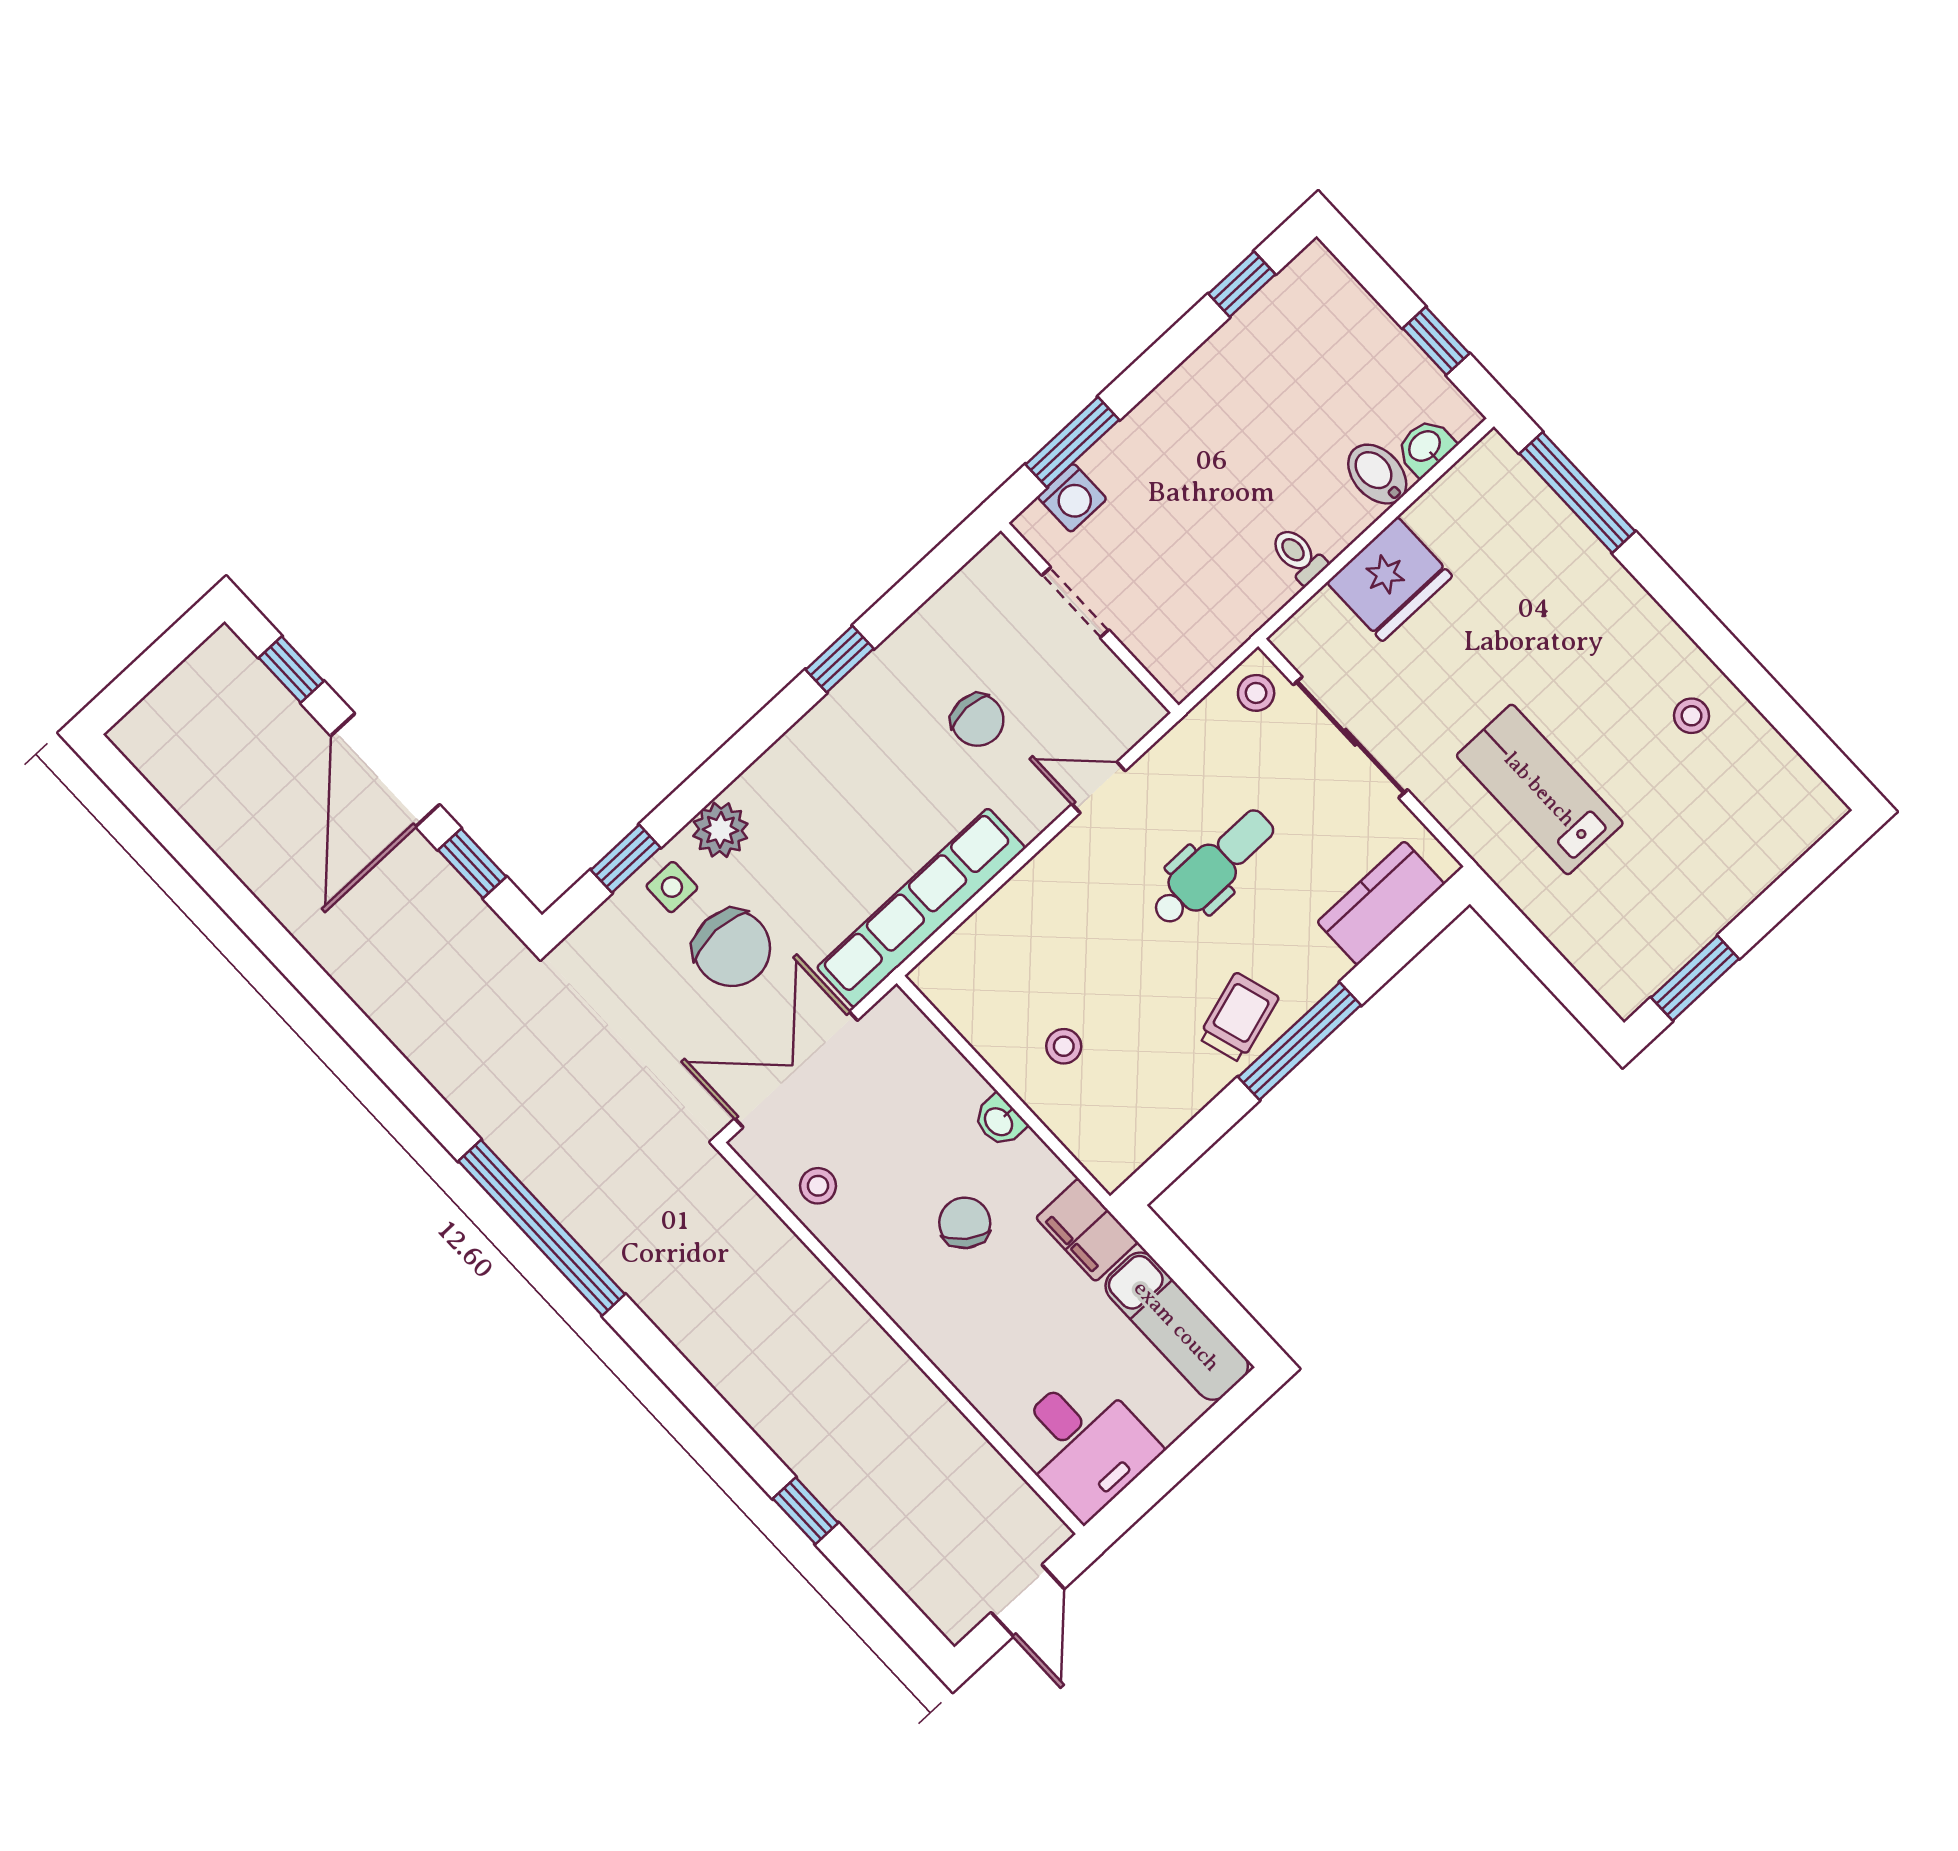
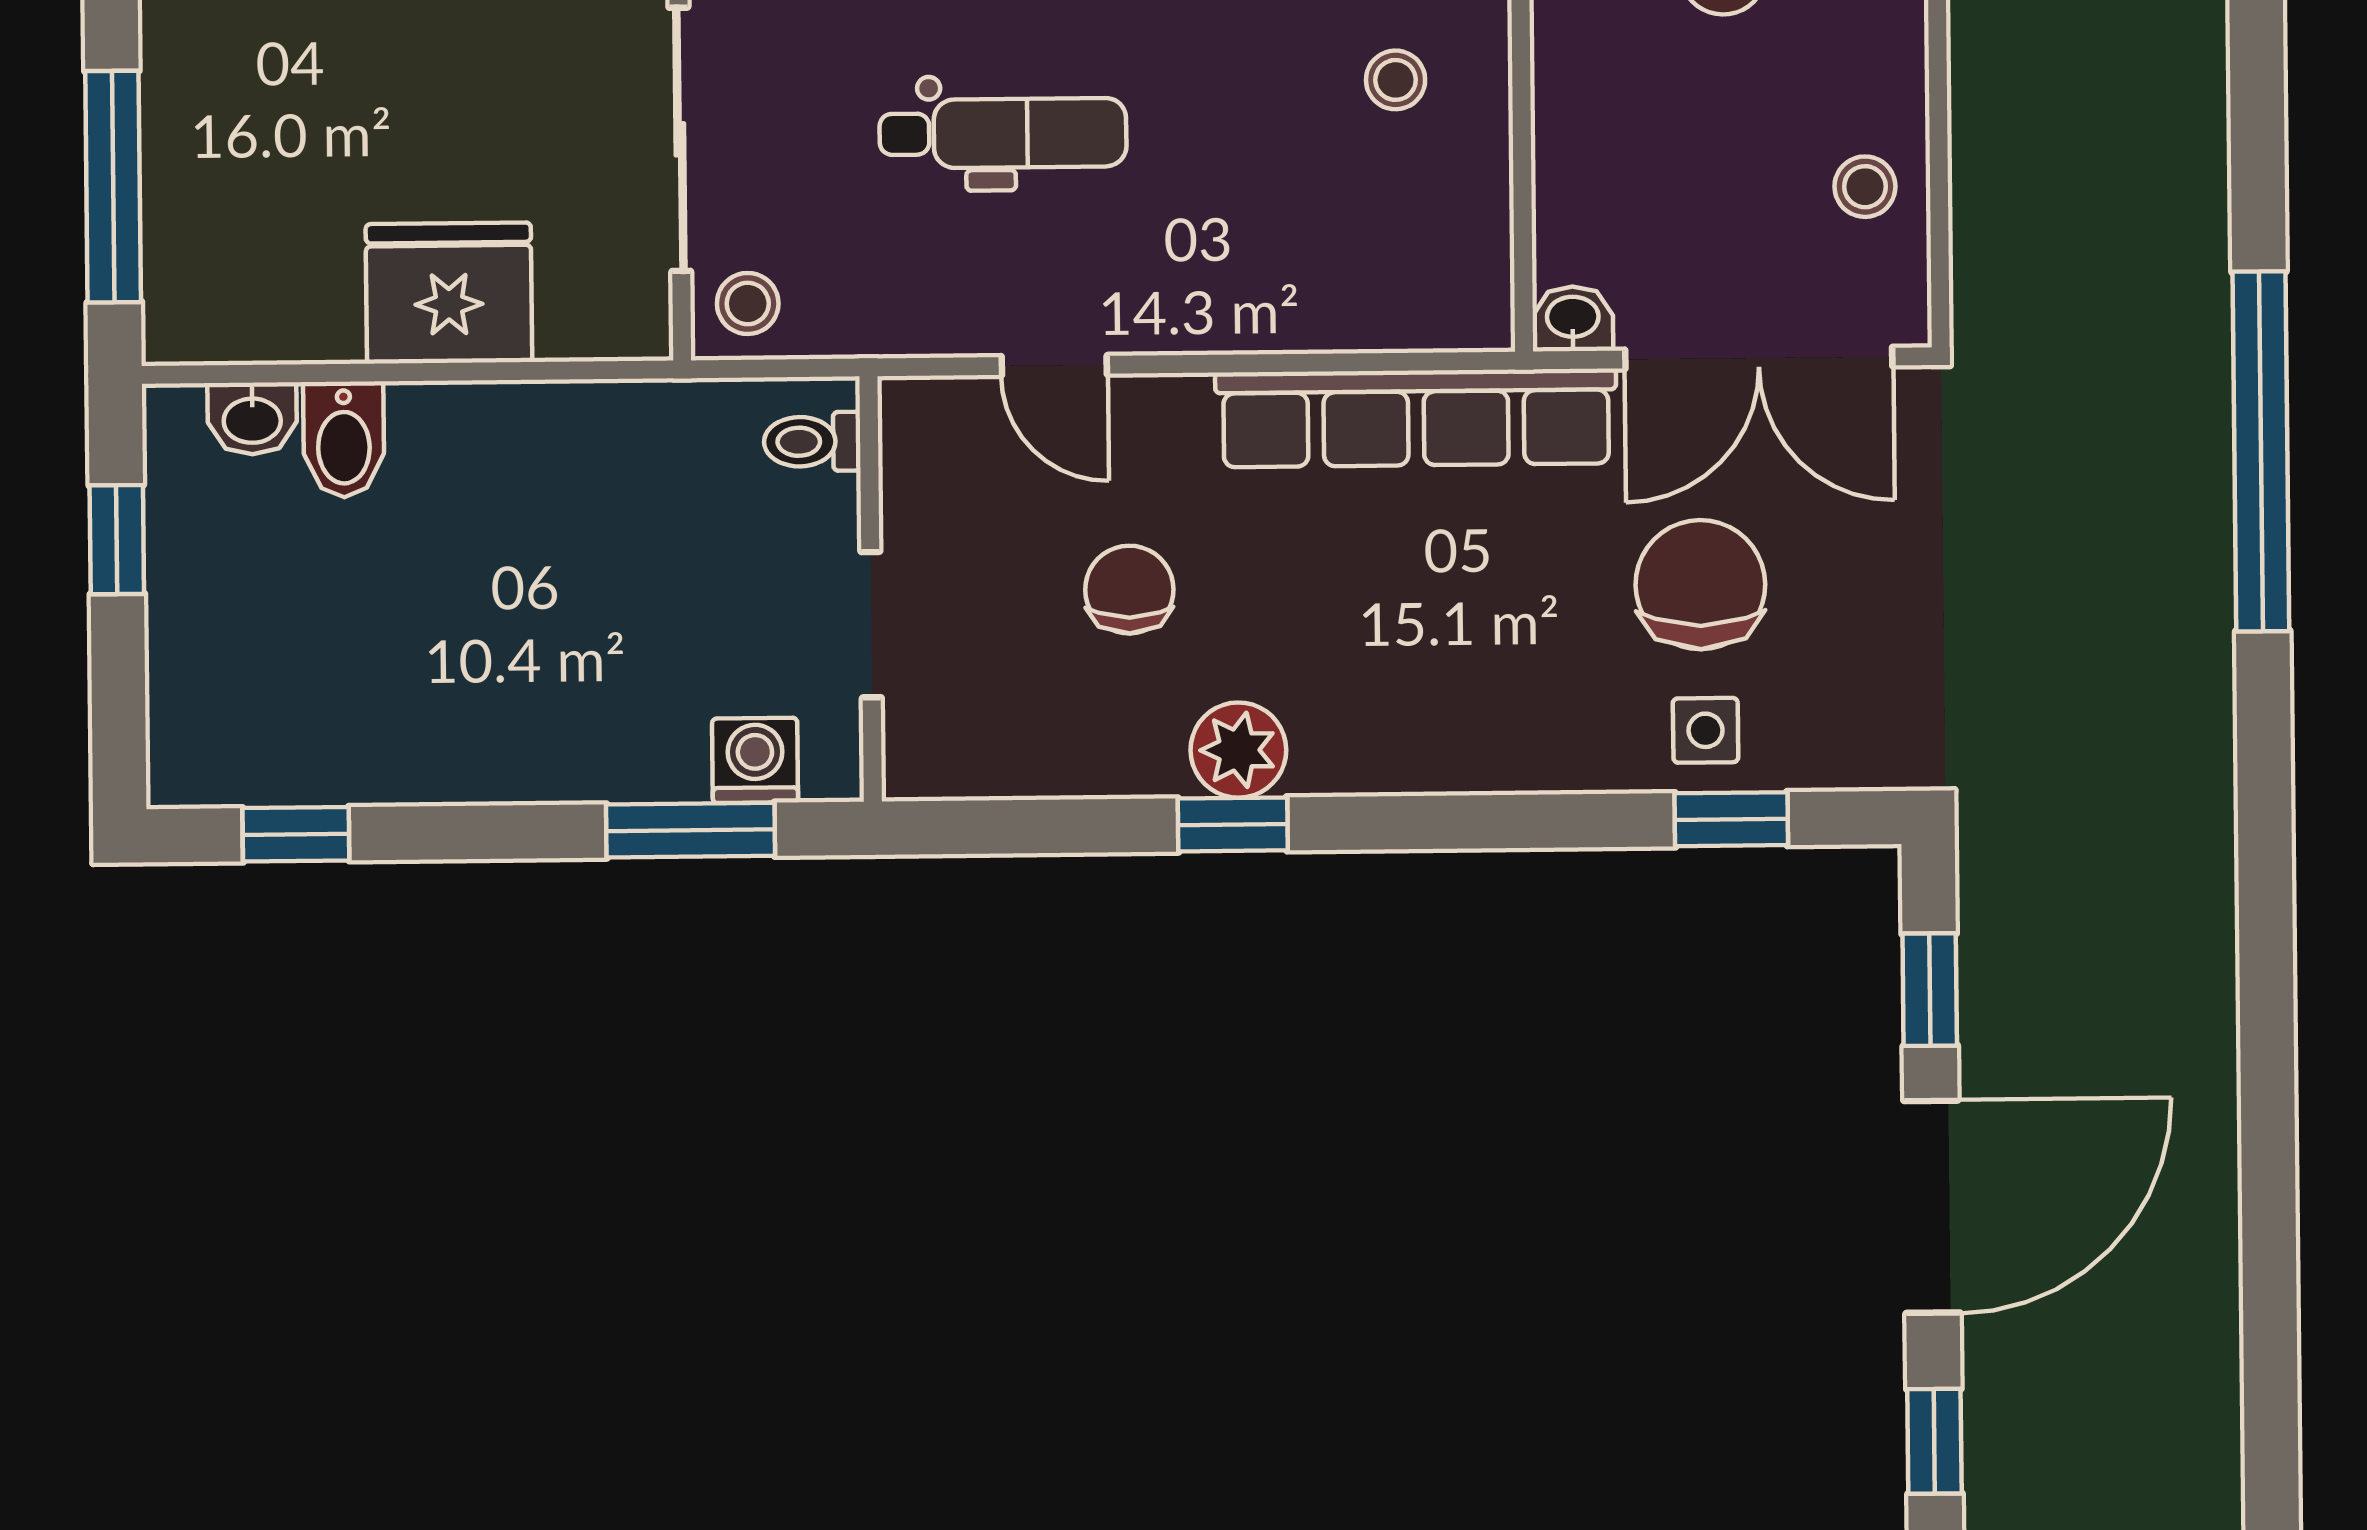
toilet: (1298, 556) -> (812, 442), moved, turned 90
plant: (720, 830) -> (1238, 750), moved
dental chair: (1213, 868) -> (1003, 133), turned 180
washbasin: (999, 1121) -> (1573, 319), moved, turned -90

